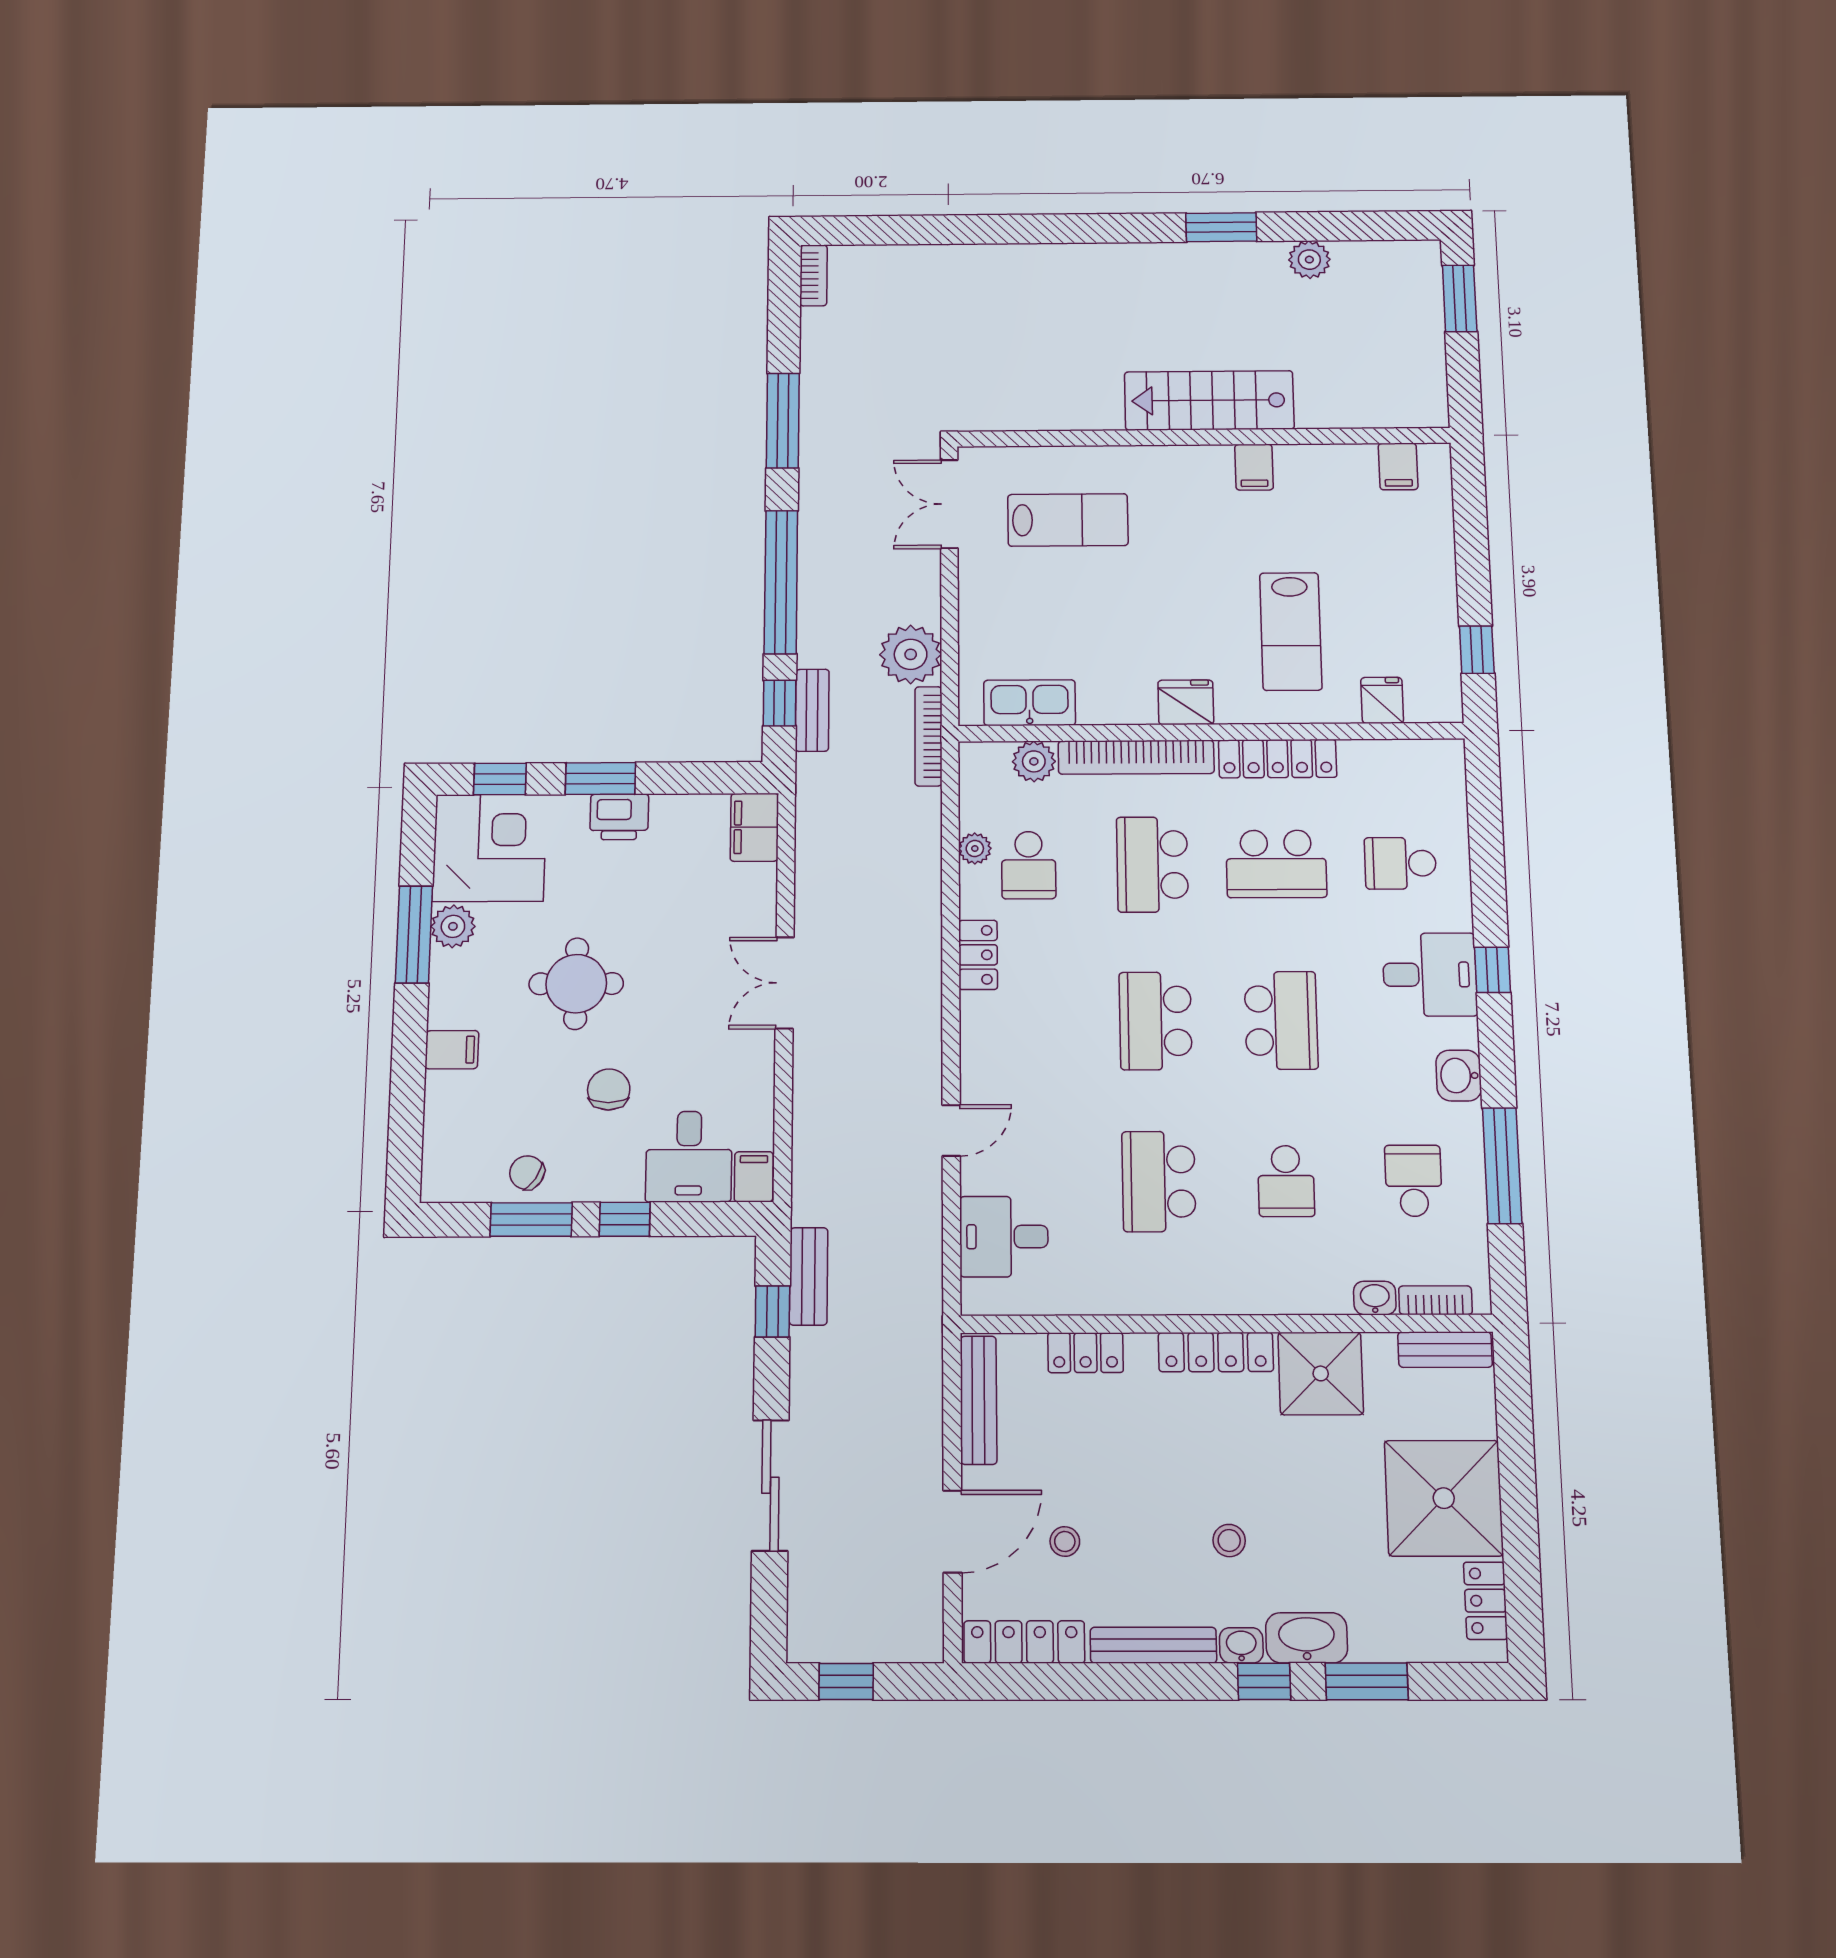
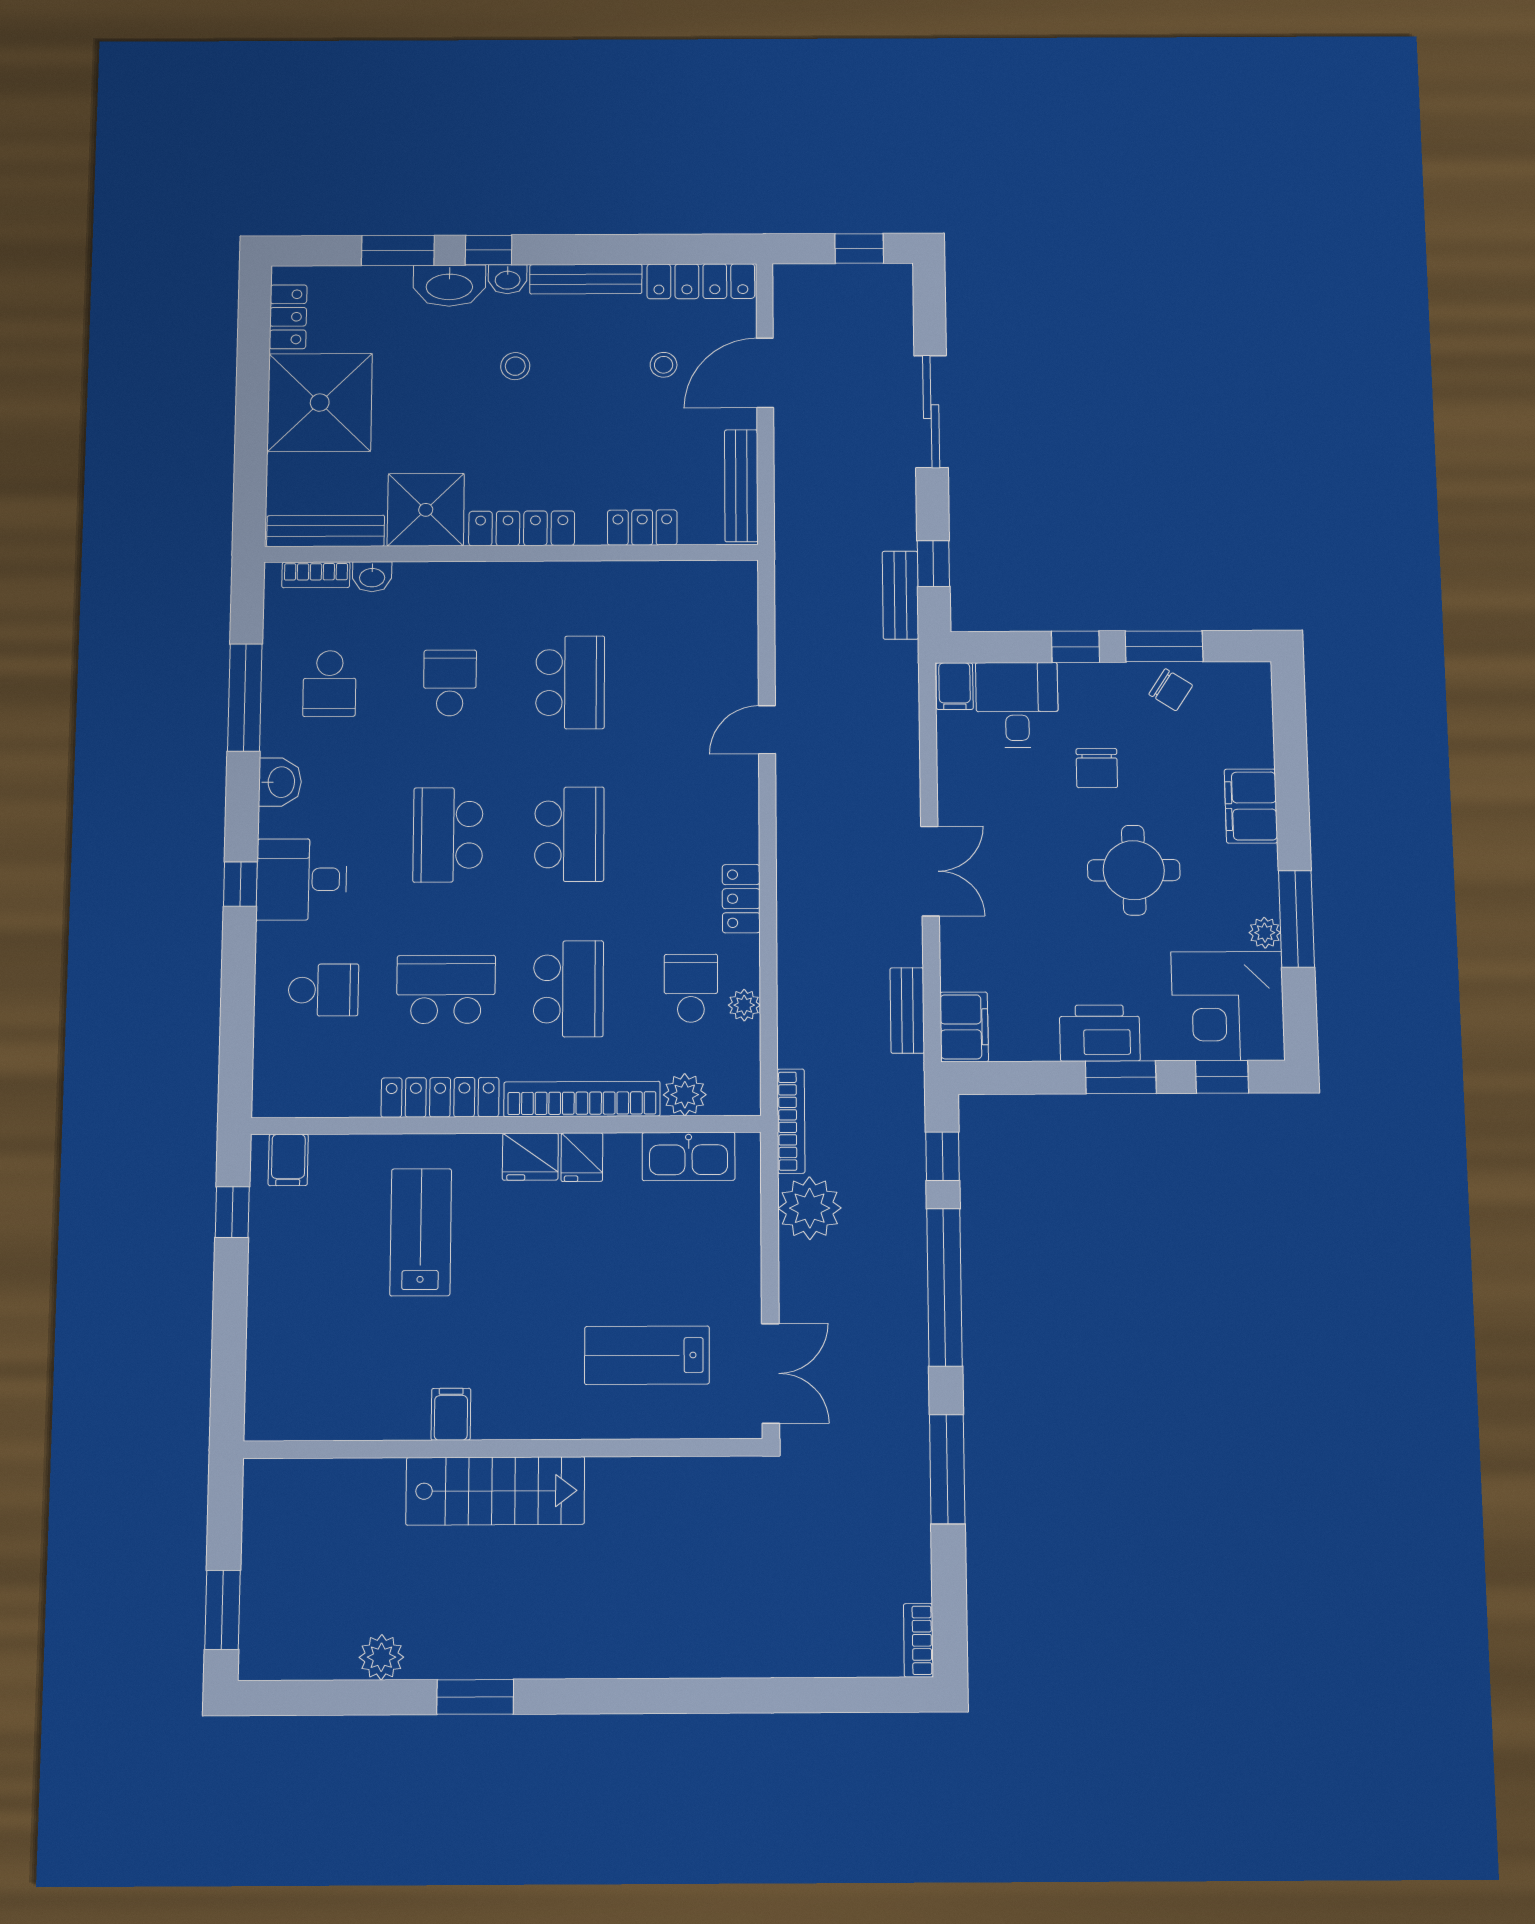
filing cabinet: (1398, 466) -> (288, 1160), moved, turned 180
fridge: (1382, 700) -> (582, 1157), moved
bench: (812, 710) -> (907, 1010), moved
printer: (619, 817) -> (1100, 1033), width x1.37, depth x1.19
plant: (453, 926) -> (1265, 933), width x0.73, depth x0.73
filing cabinet: (452, 1050) -> (1251, 806), width x2.00
desk: (1004, 1237) -> (717, 632), removed
bench: (1445, 1350) -> (326, 531), width x1.36

